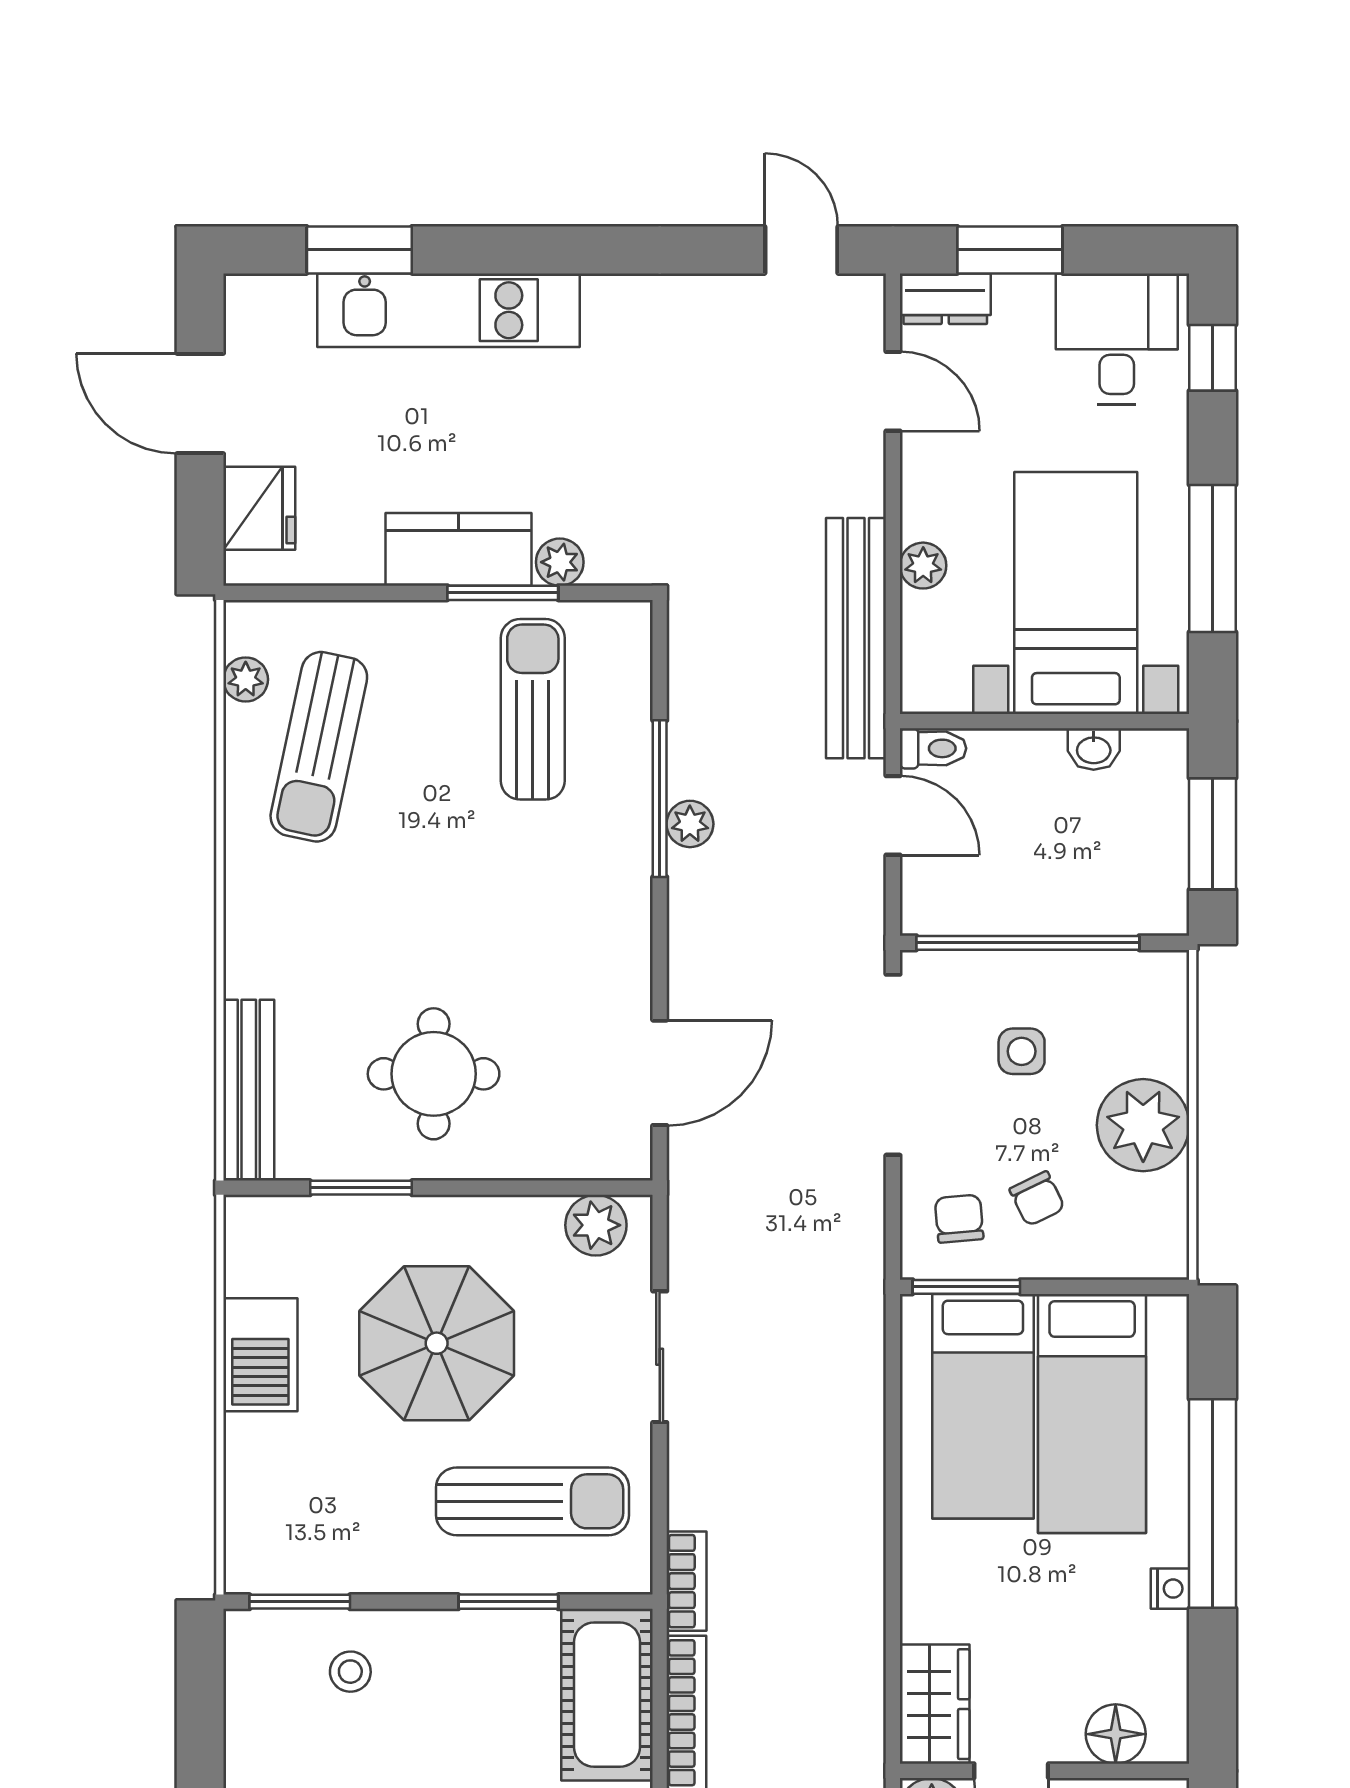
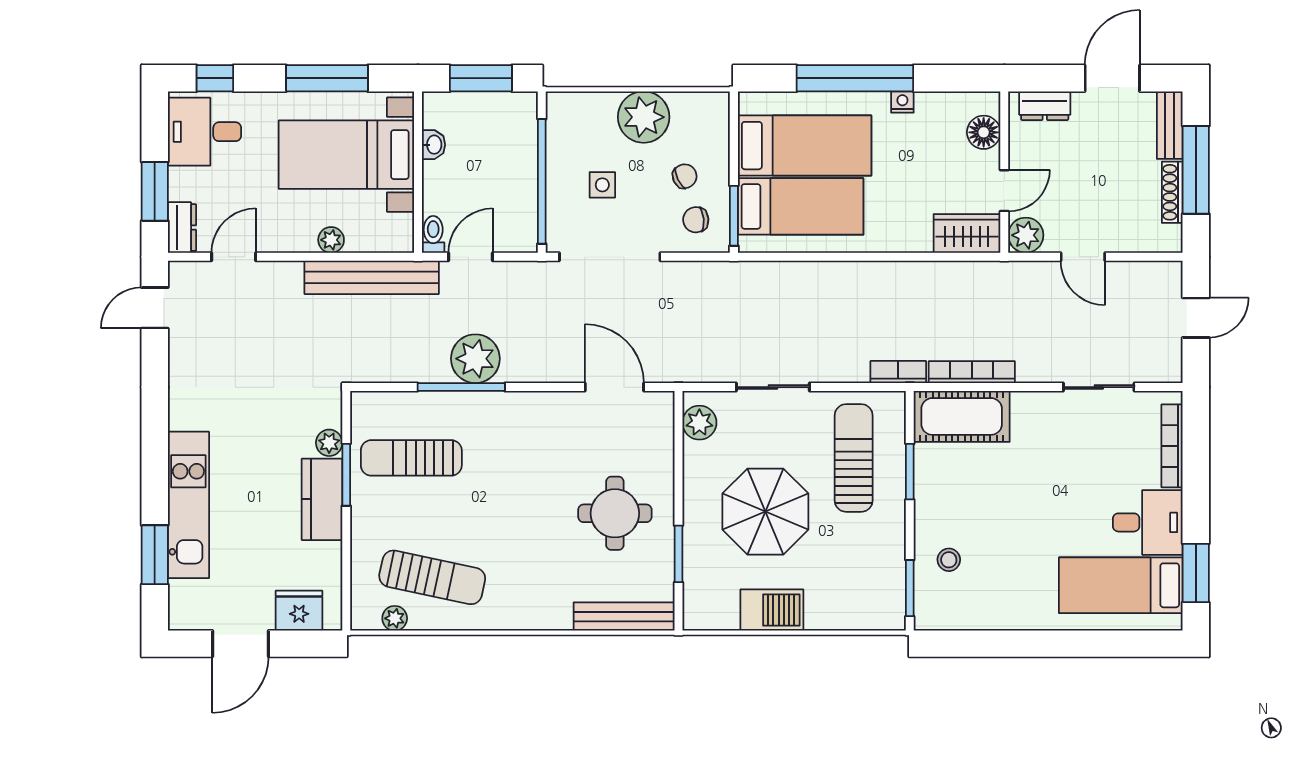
plant: (690, 824) -> (475, 359), width x1.88, depth x1.88

